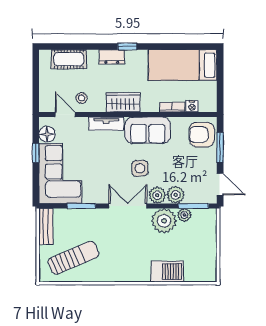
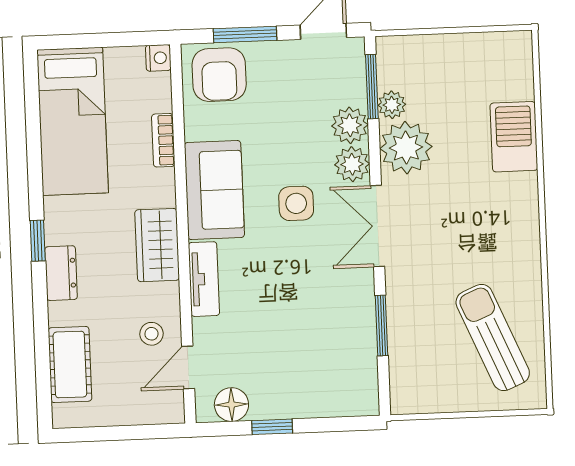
nightstand: (192, 106) -> (158, 58), moved
corner sofa: (60, 173) -> (314, 373), removed
bench: (46, 227) -> (428, 399), removed

